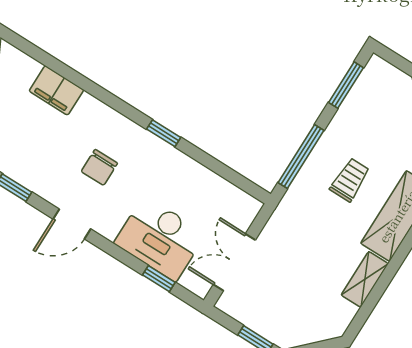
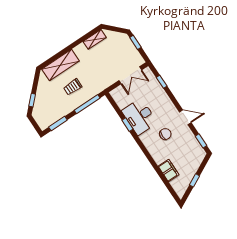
window: (164, 133) -> (128, 125), moved
desk: (160, 238) -> (139, 117), moved, turned 180
shelving: (365, 279) -> (95, 39), moved

